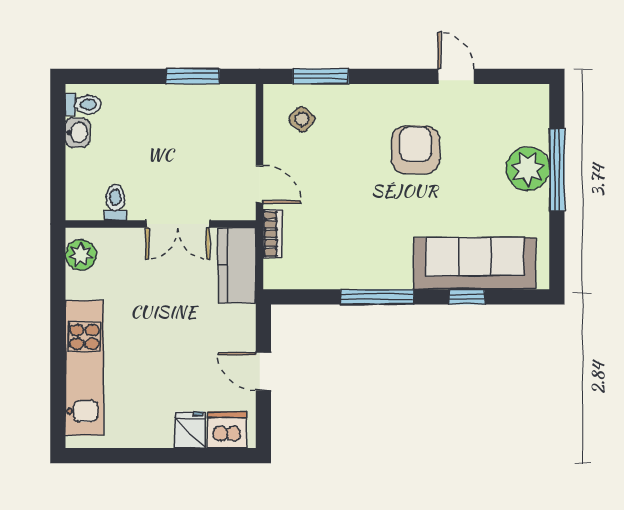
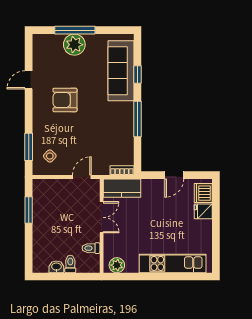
toilet: (83, 104) -> (70, 264), moved
bookcase: (273, 234) -> (122, 170), moved

